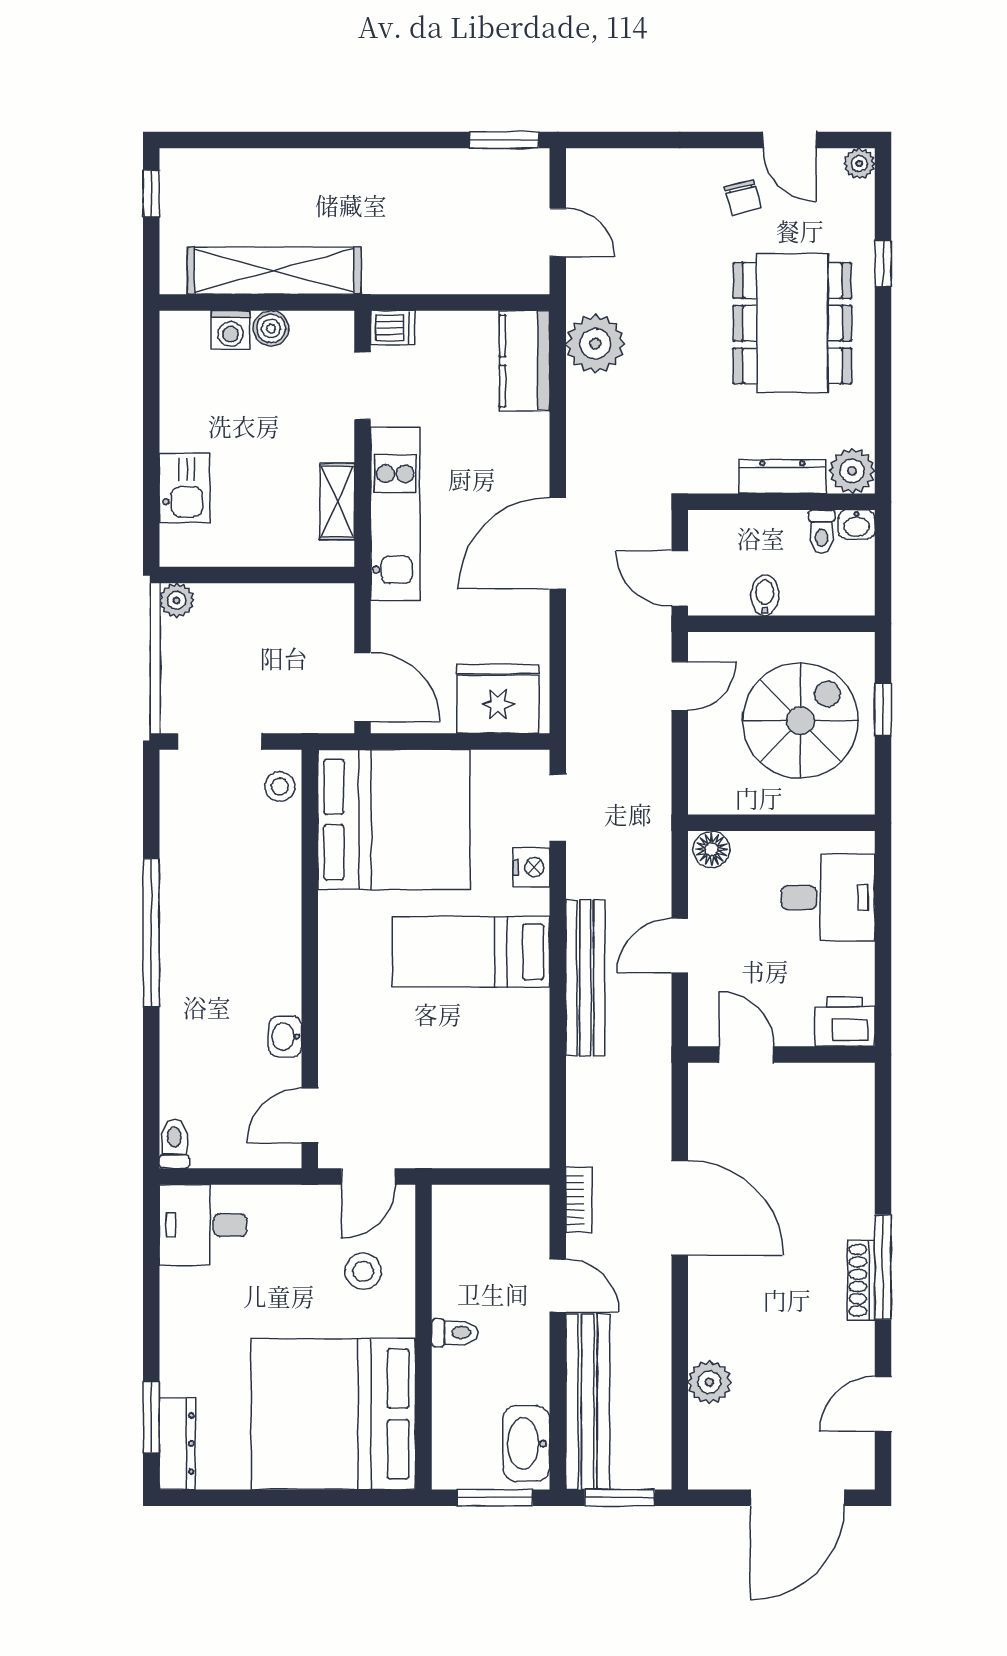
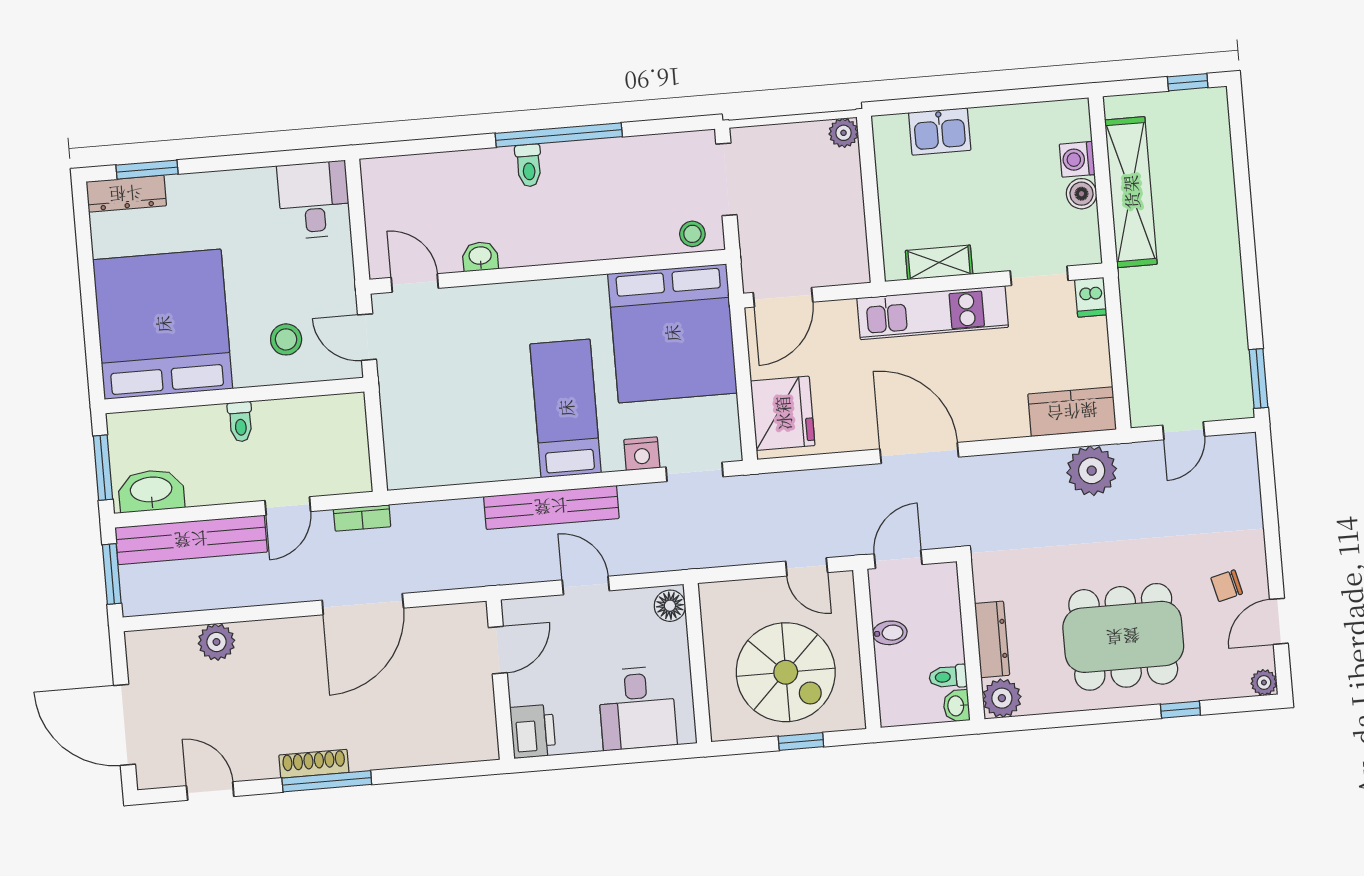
toilet: (174, 1144) -> (529, 166), moved, turned 90

